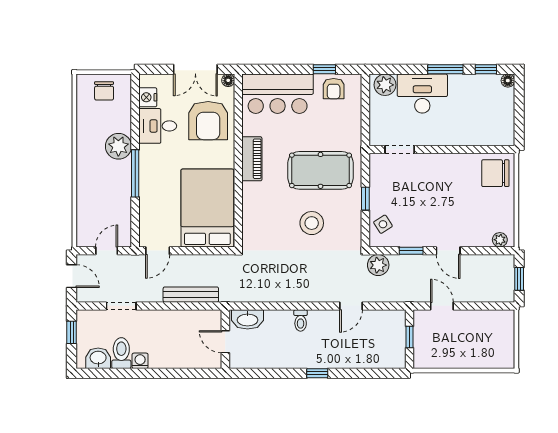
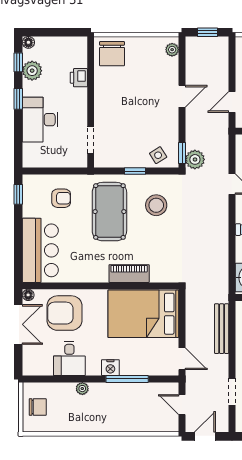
window: (324, 69) -> (18, 194), moved
window: (445, 69) -> (18, 99), width x0.67
plant: (385, 85) -> (32, 71), moved
armchair: (334, 89) -> (61, 198), moved
nightstand: (148, 97) -> (110, 368), moved
armchair: (208, 121) -> (64, 313), turned 180
printer: (469, 136) -> (79, 78), added
plant: (118, 146) -> (82, 389), width x0.53, depth x0.53
piano: (252, 159) -> (129, 274), moved
window: (135, 173) -> (127, 379), moved
stool: (312, 223) -> (156, 205), moved
window: (411, 251) -> (182, 153), moved

